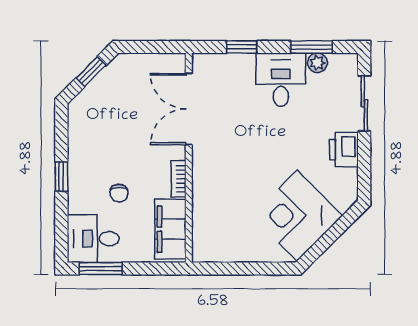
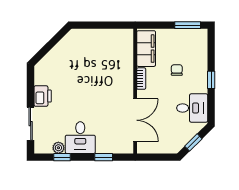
window: (311, 47) -> (62, 157), width x0.67
corner desk: (297, 216) -> (71, 57), removed
desk: (93, 239) -> (192, 108), moved

